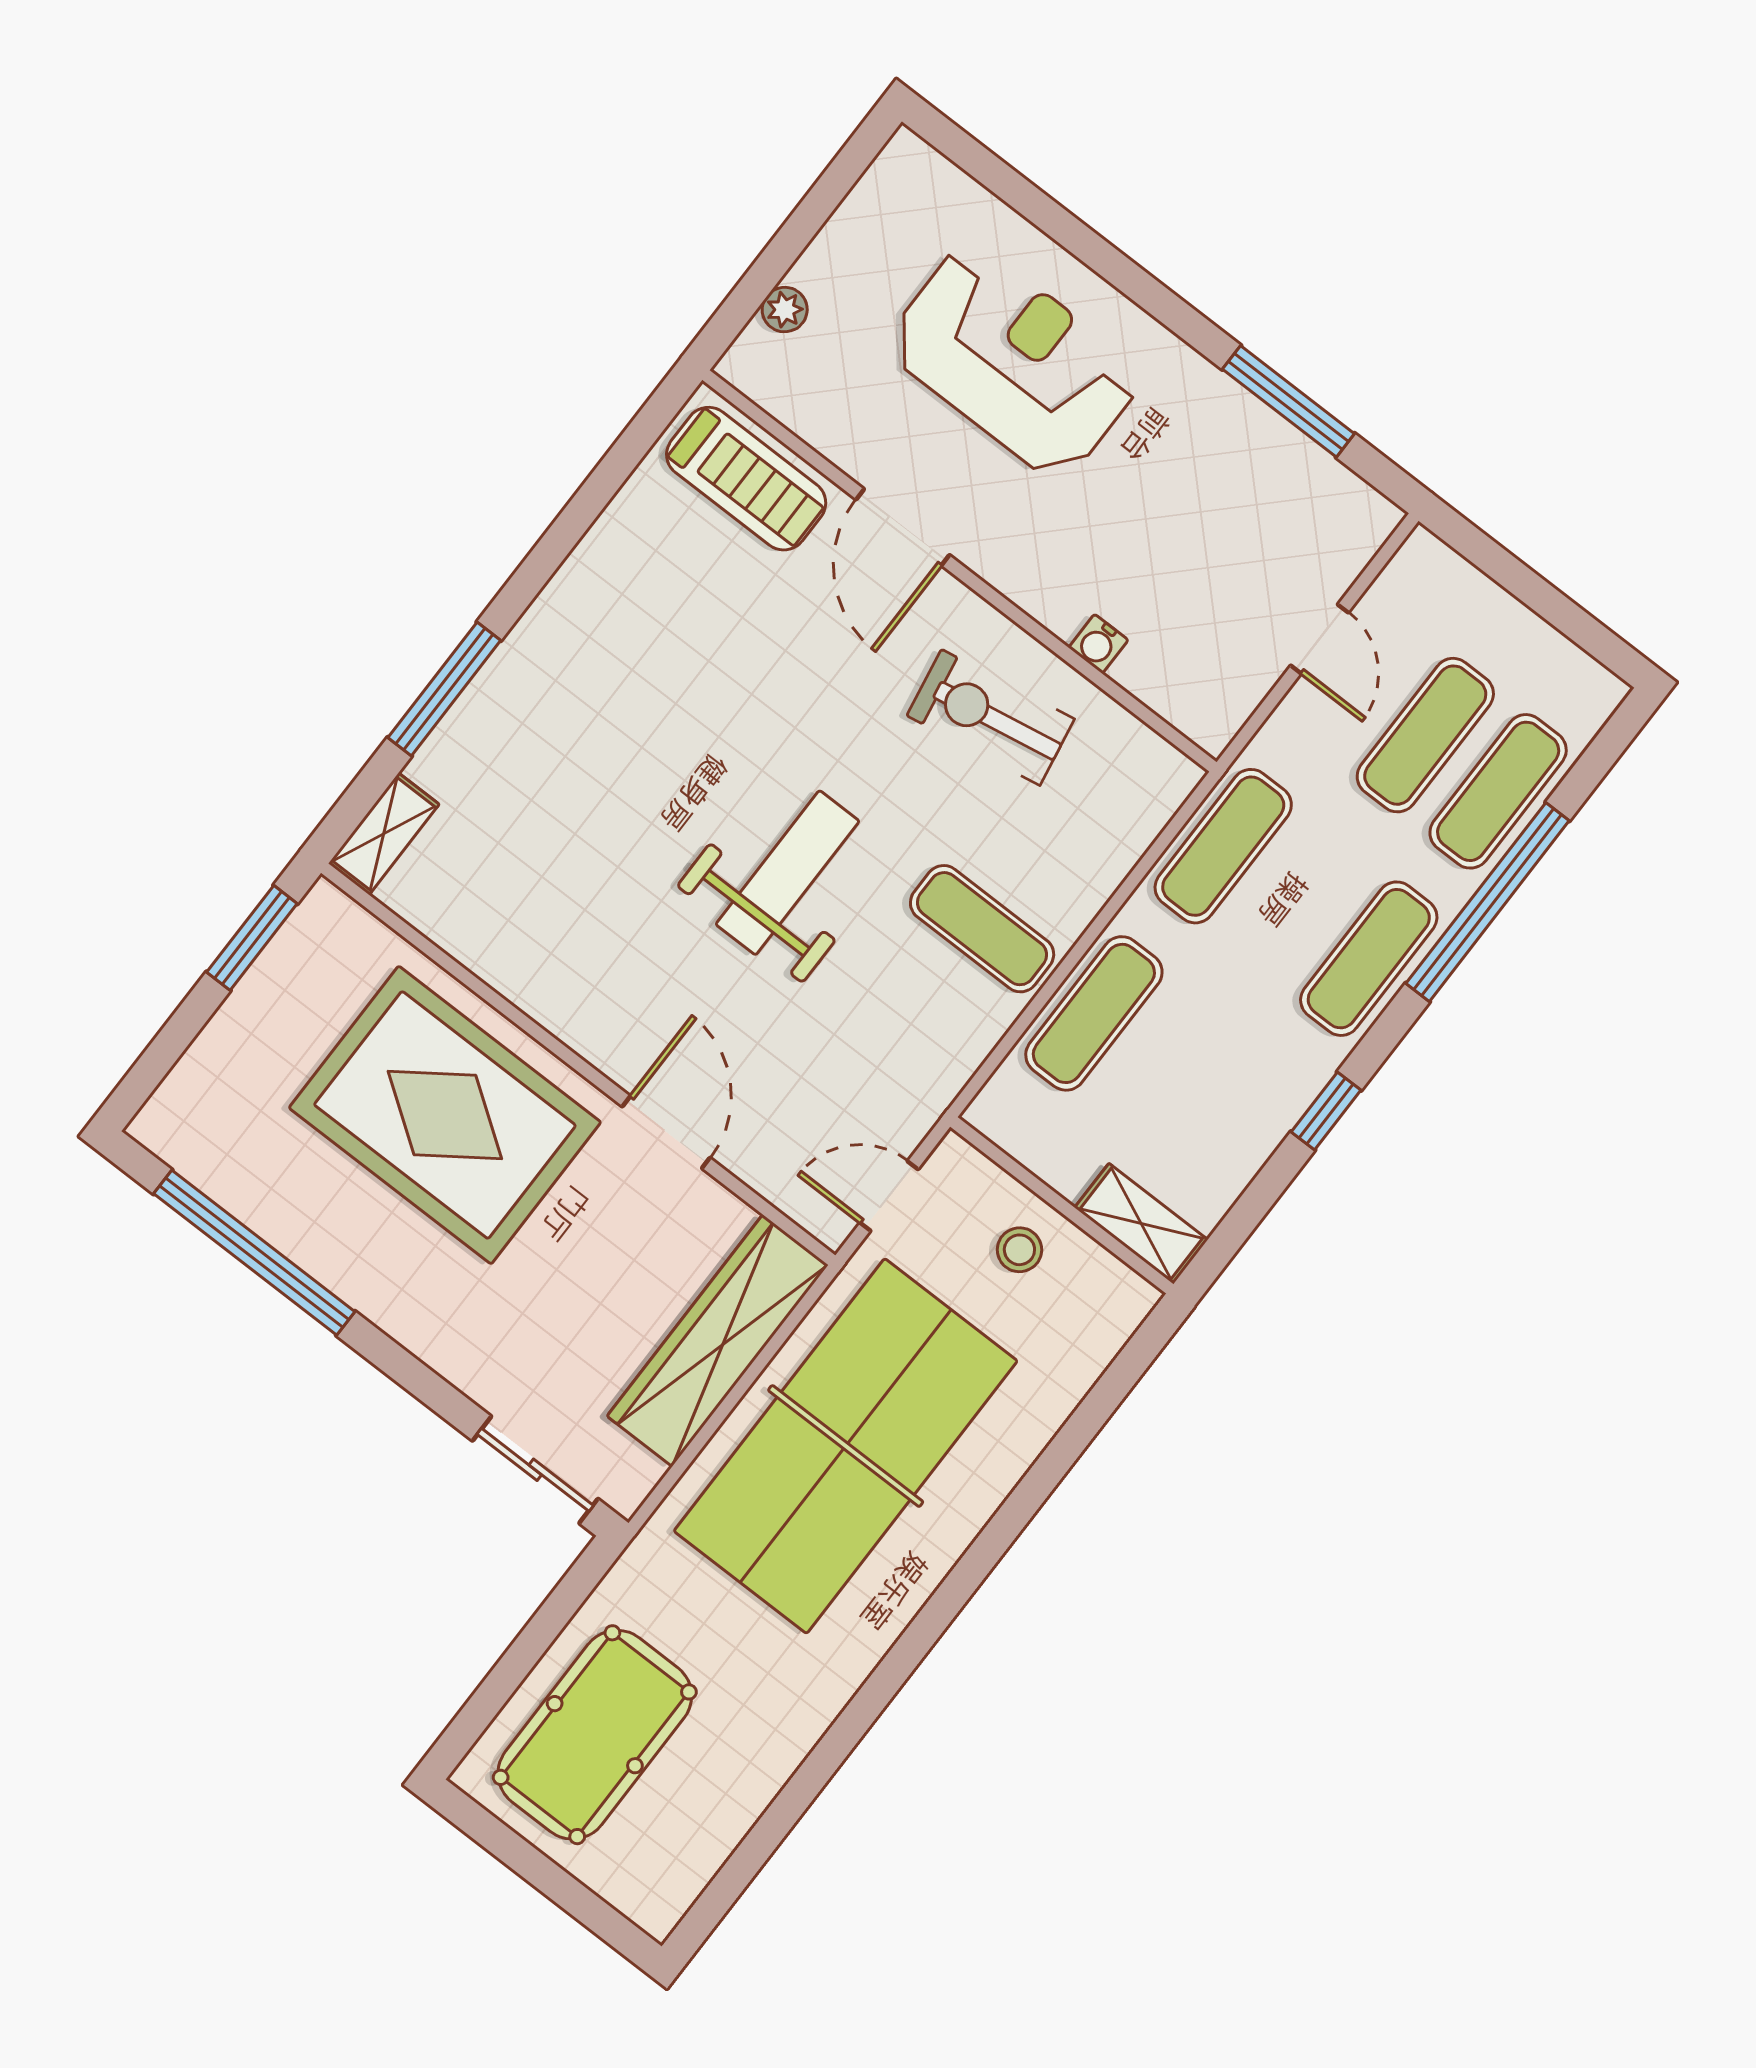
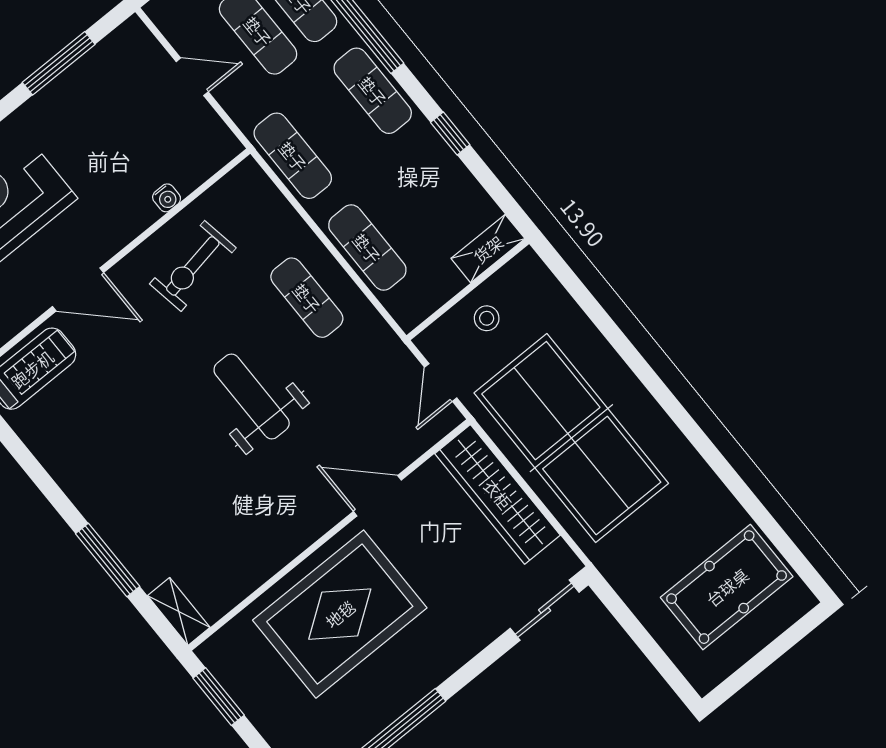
exercise mat: (982, 929) -> (307, 298), turned 90
pool table: (595, 1735) -> (727, 587), moved, turned 90

